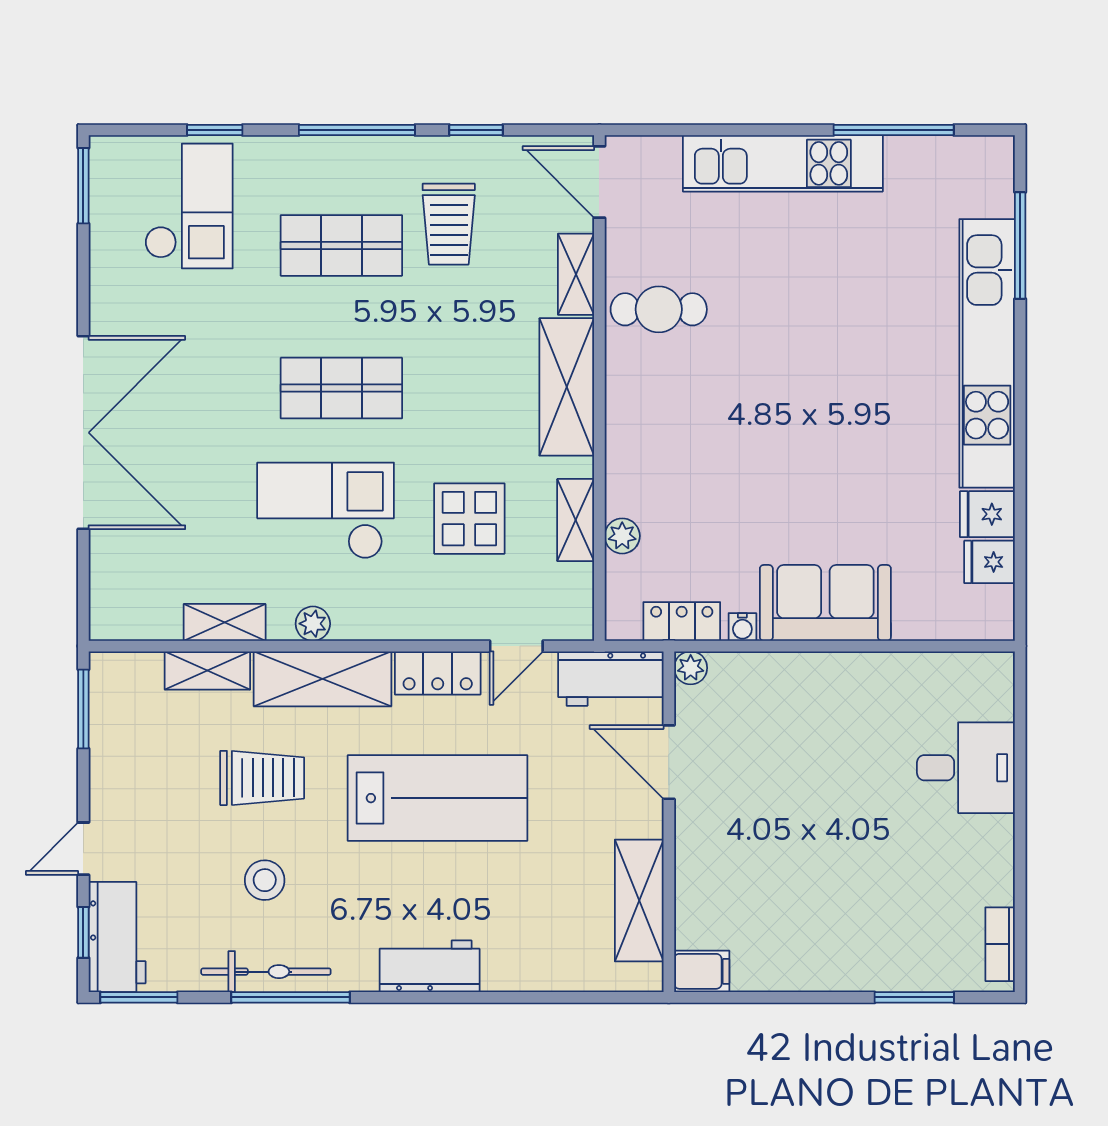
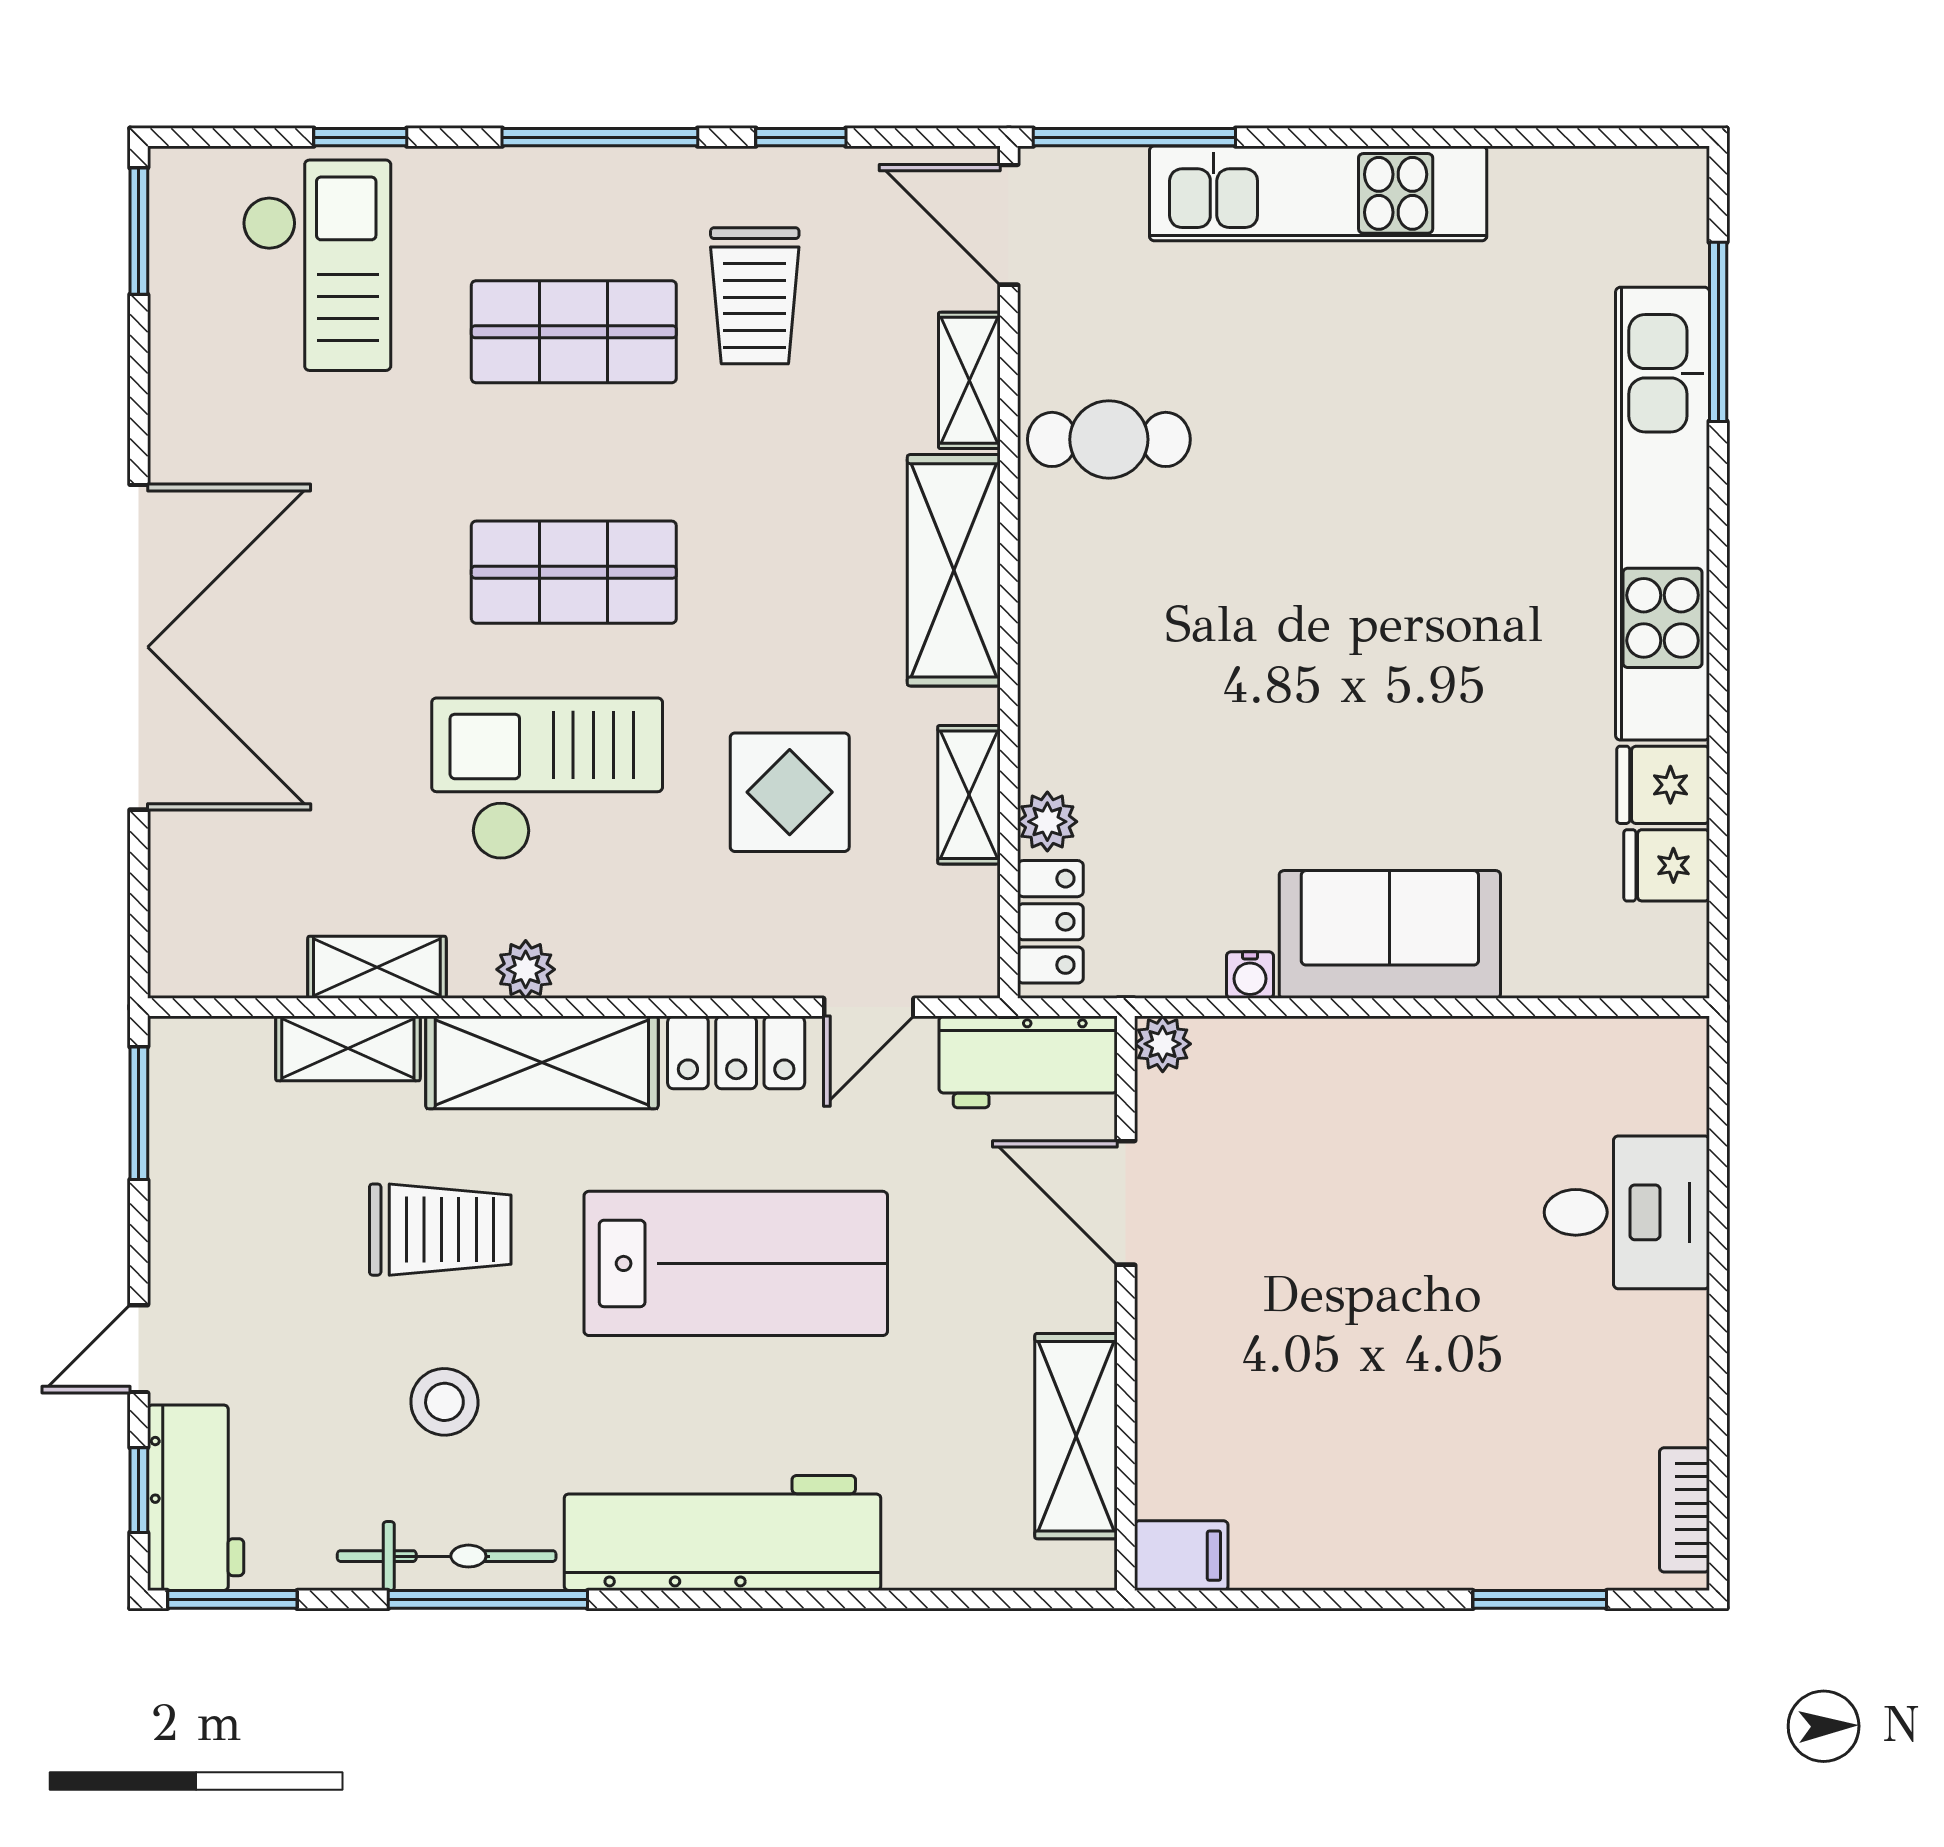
window: (894, 130) -> (1134, 137), moved
locker: (682, 621) -> (1050, 922), moved, turned 90
workbench: (430, 966) -> (722, 1533), width x1.88, depth x1.32

